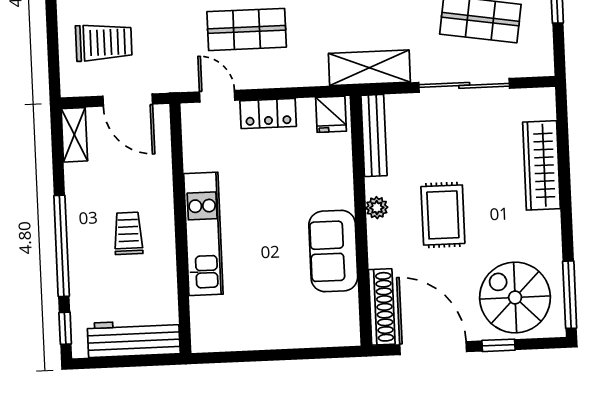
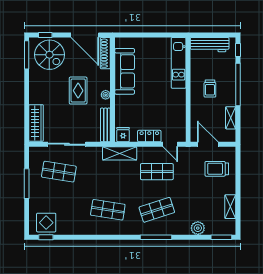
shelving: (369, 68) -> (120, 153), moved
shelving: (74, 135) -> (231, 118), moved
wardrobe: (541, 165) -> (36, 123), moved
kitchen unit: (203, 234) -> (179, 63), moved
sofa: (333, 251) -> (125, 71), width x1.36
window: (499, 345) -> (45, 35), moved

